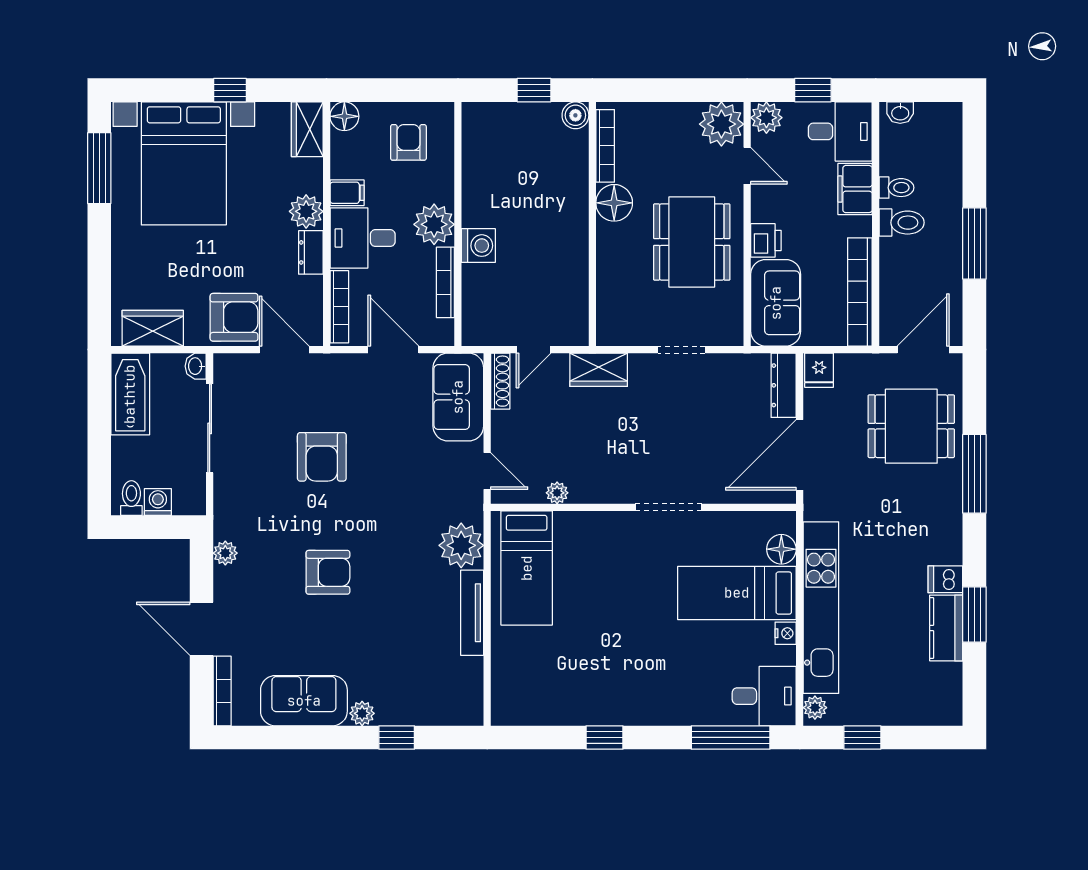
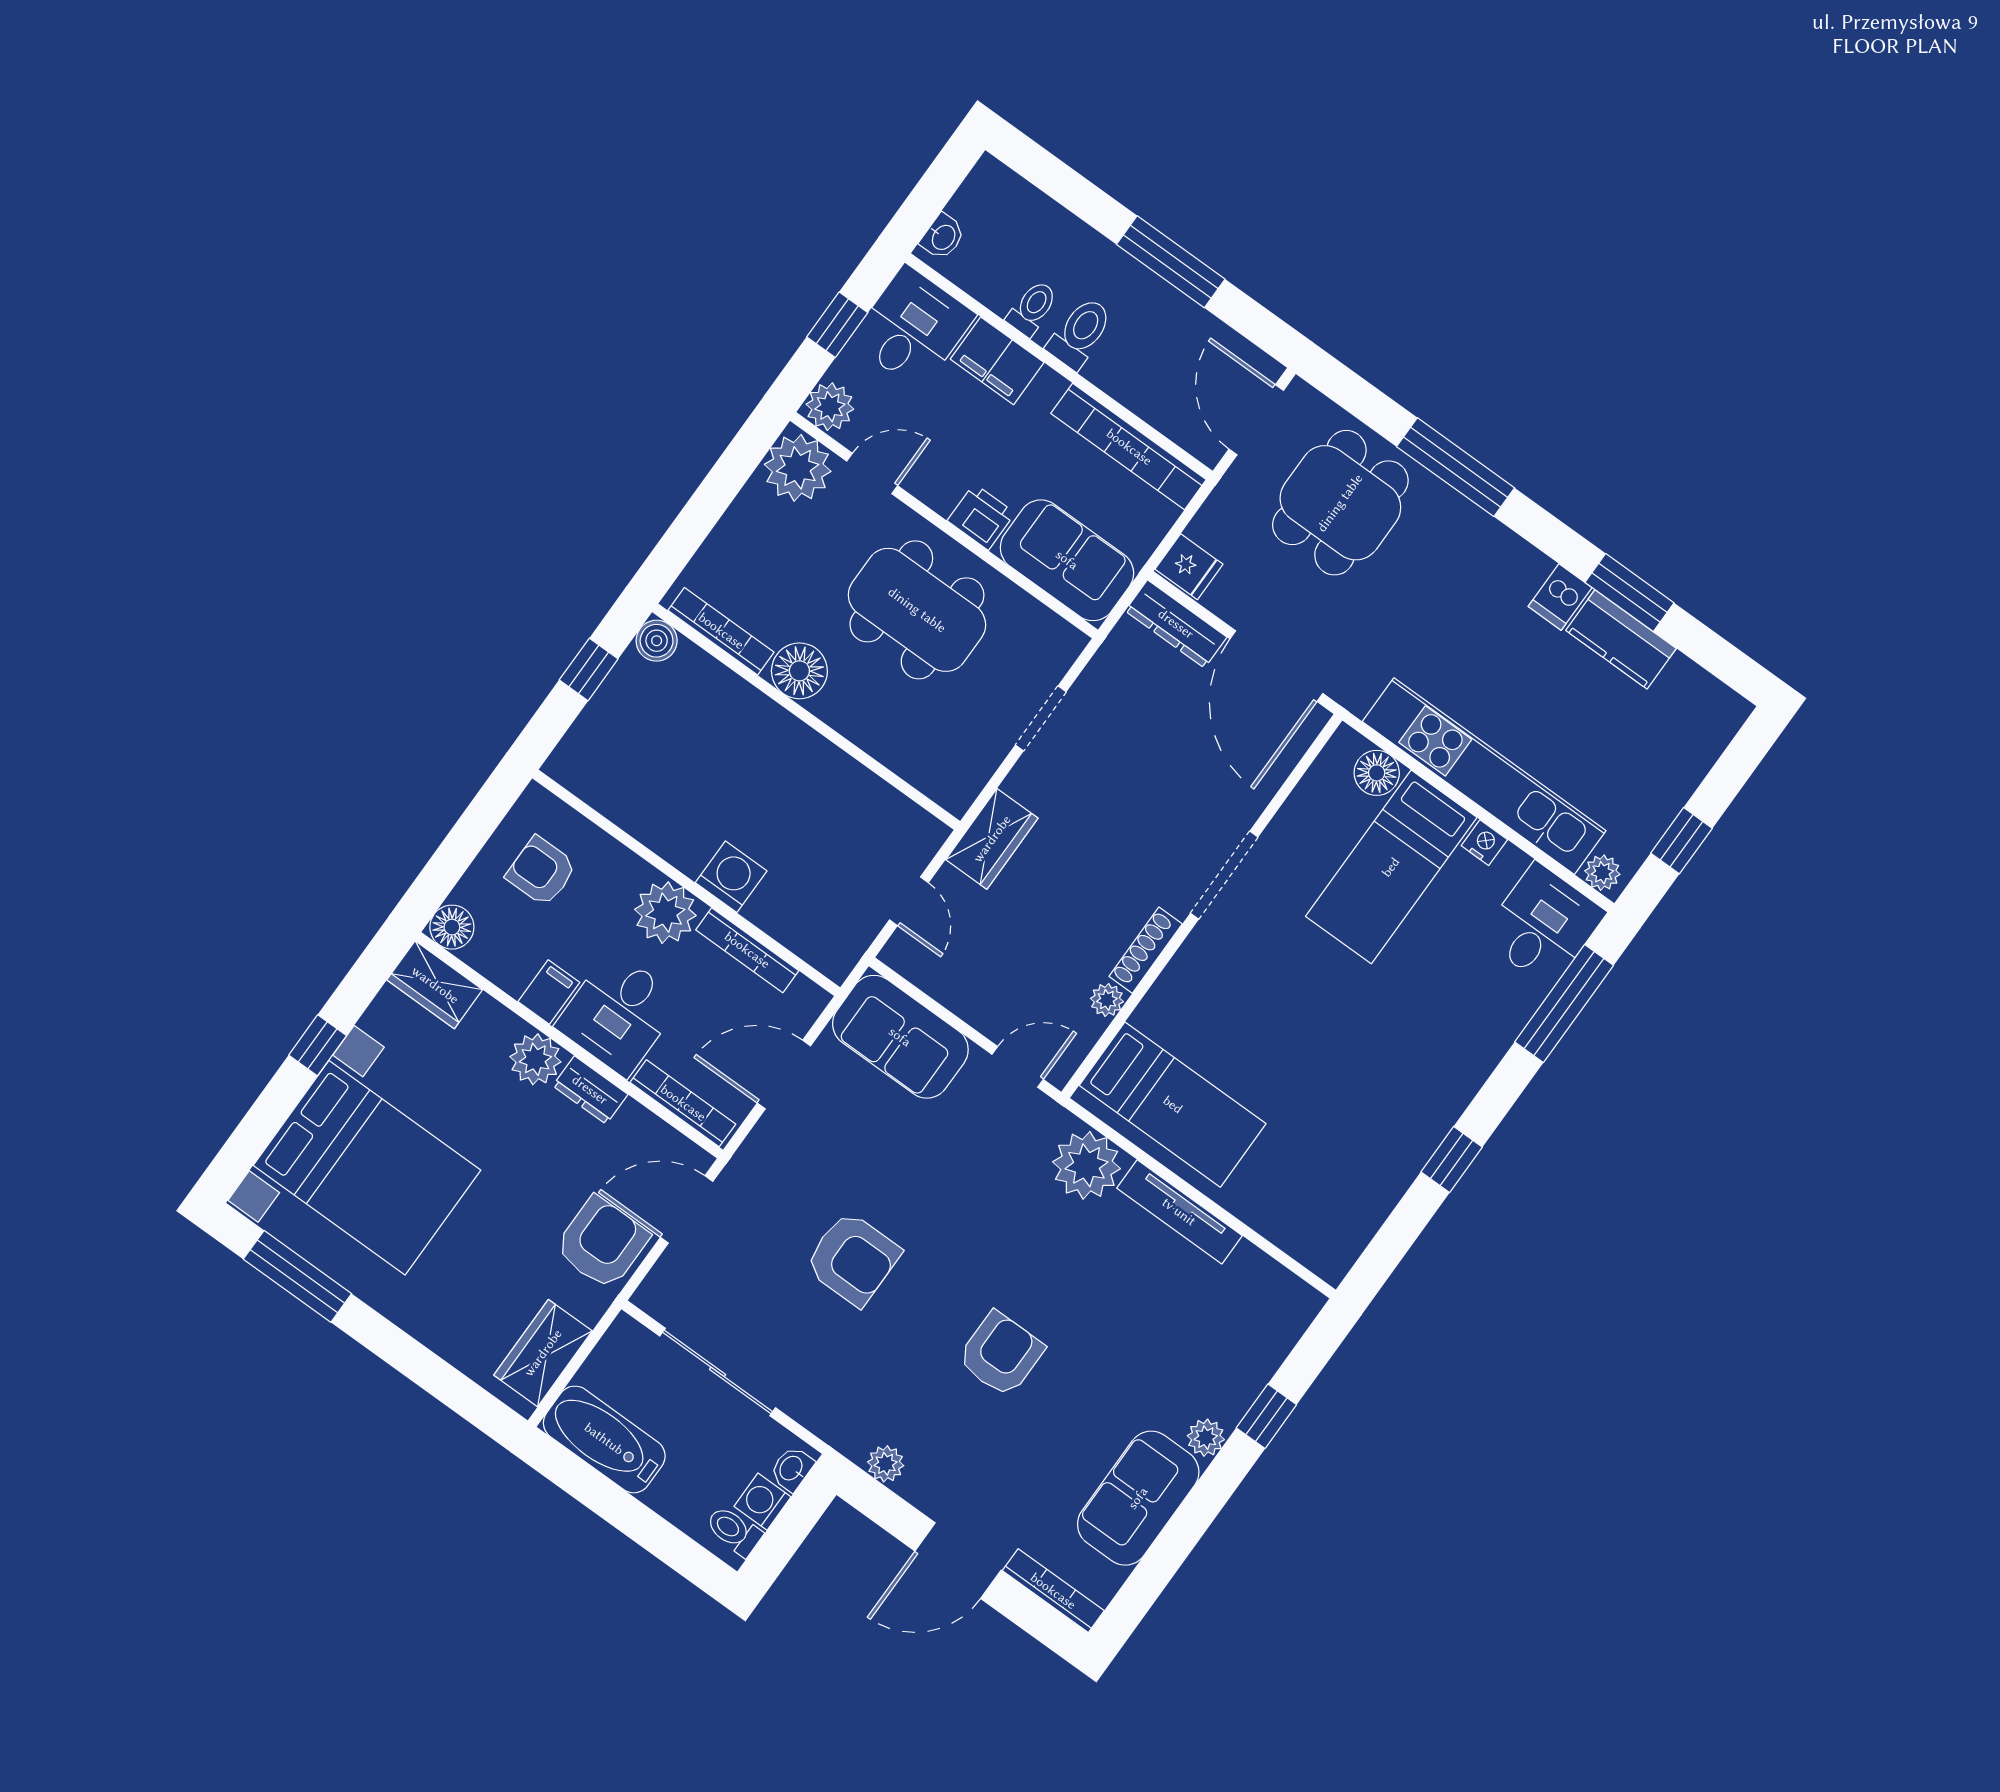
washbasin: (196, 366) -> (792, 1469), moved, turned 90
shoe rack: (500, 381) -> (1146, 950), moved, turned -90

